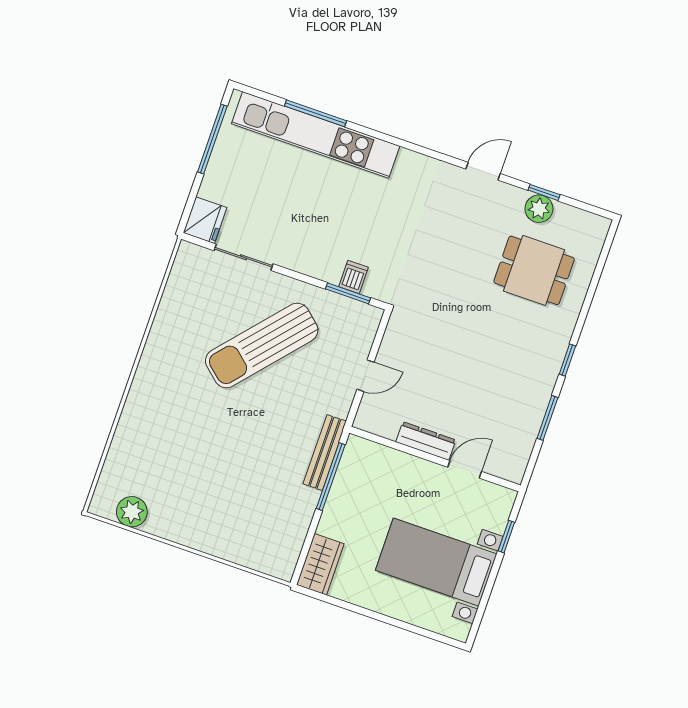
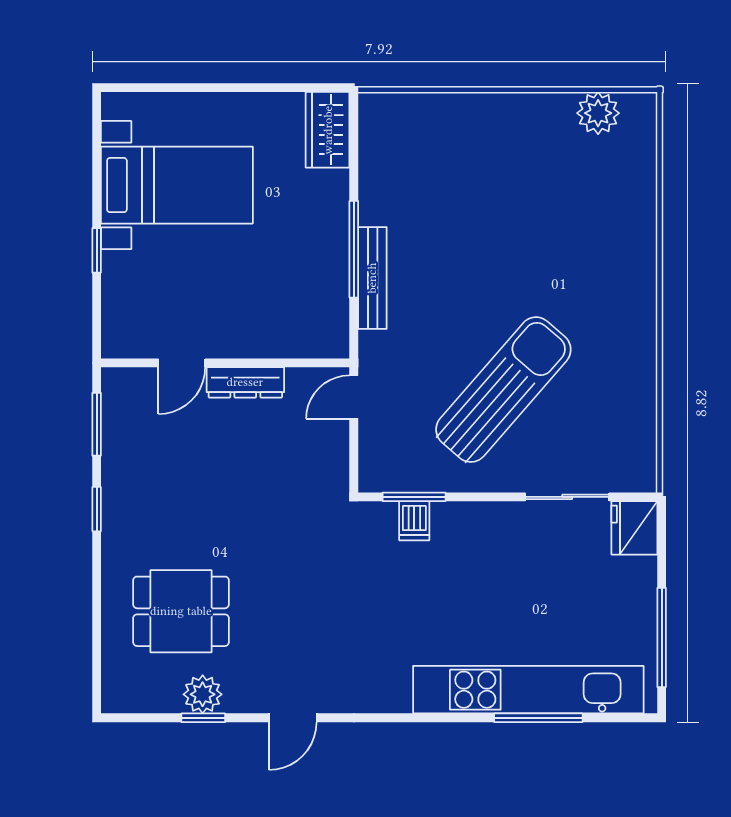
dresser: (426, 441) -> (245, 382), moved
wall: (435, 459) -> (225, 363), moved
door: (465, 469) -> (182, 363), moved

